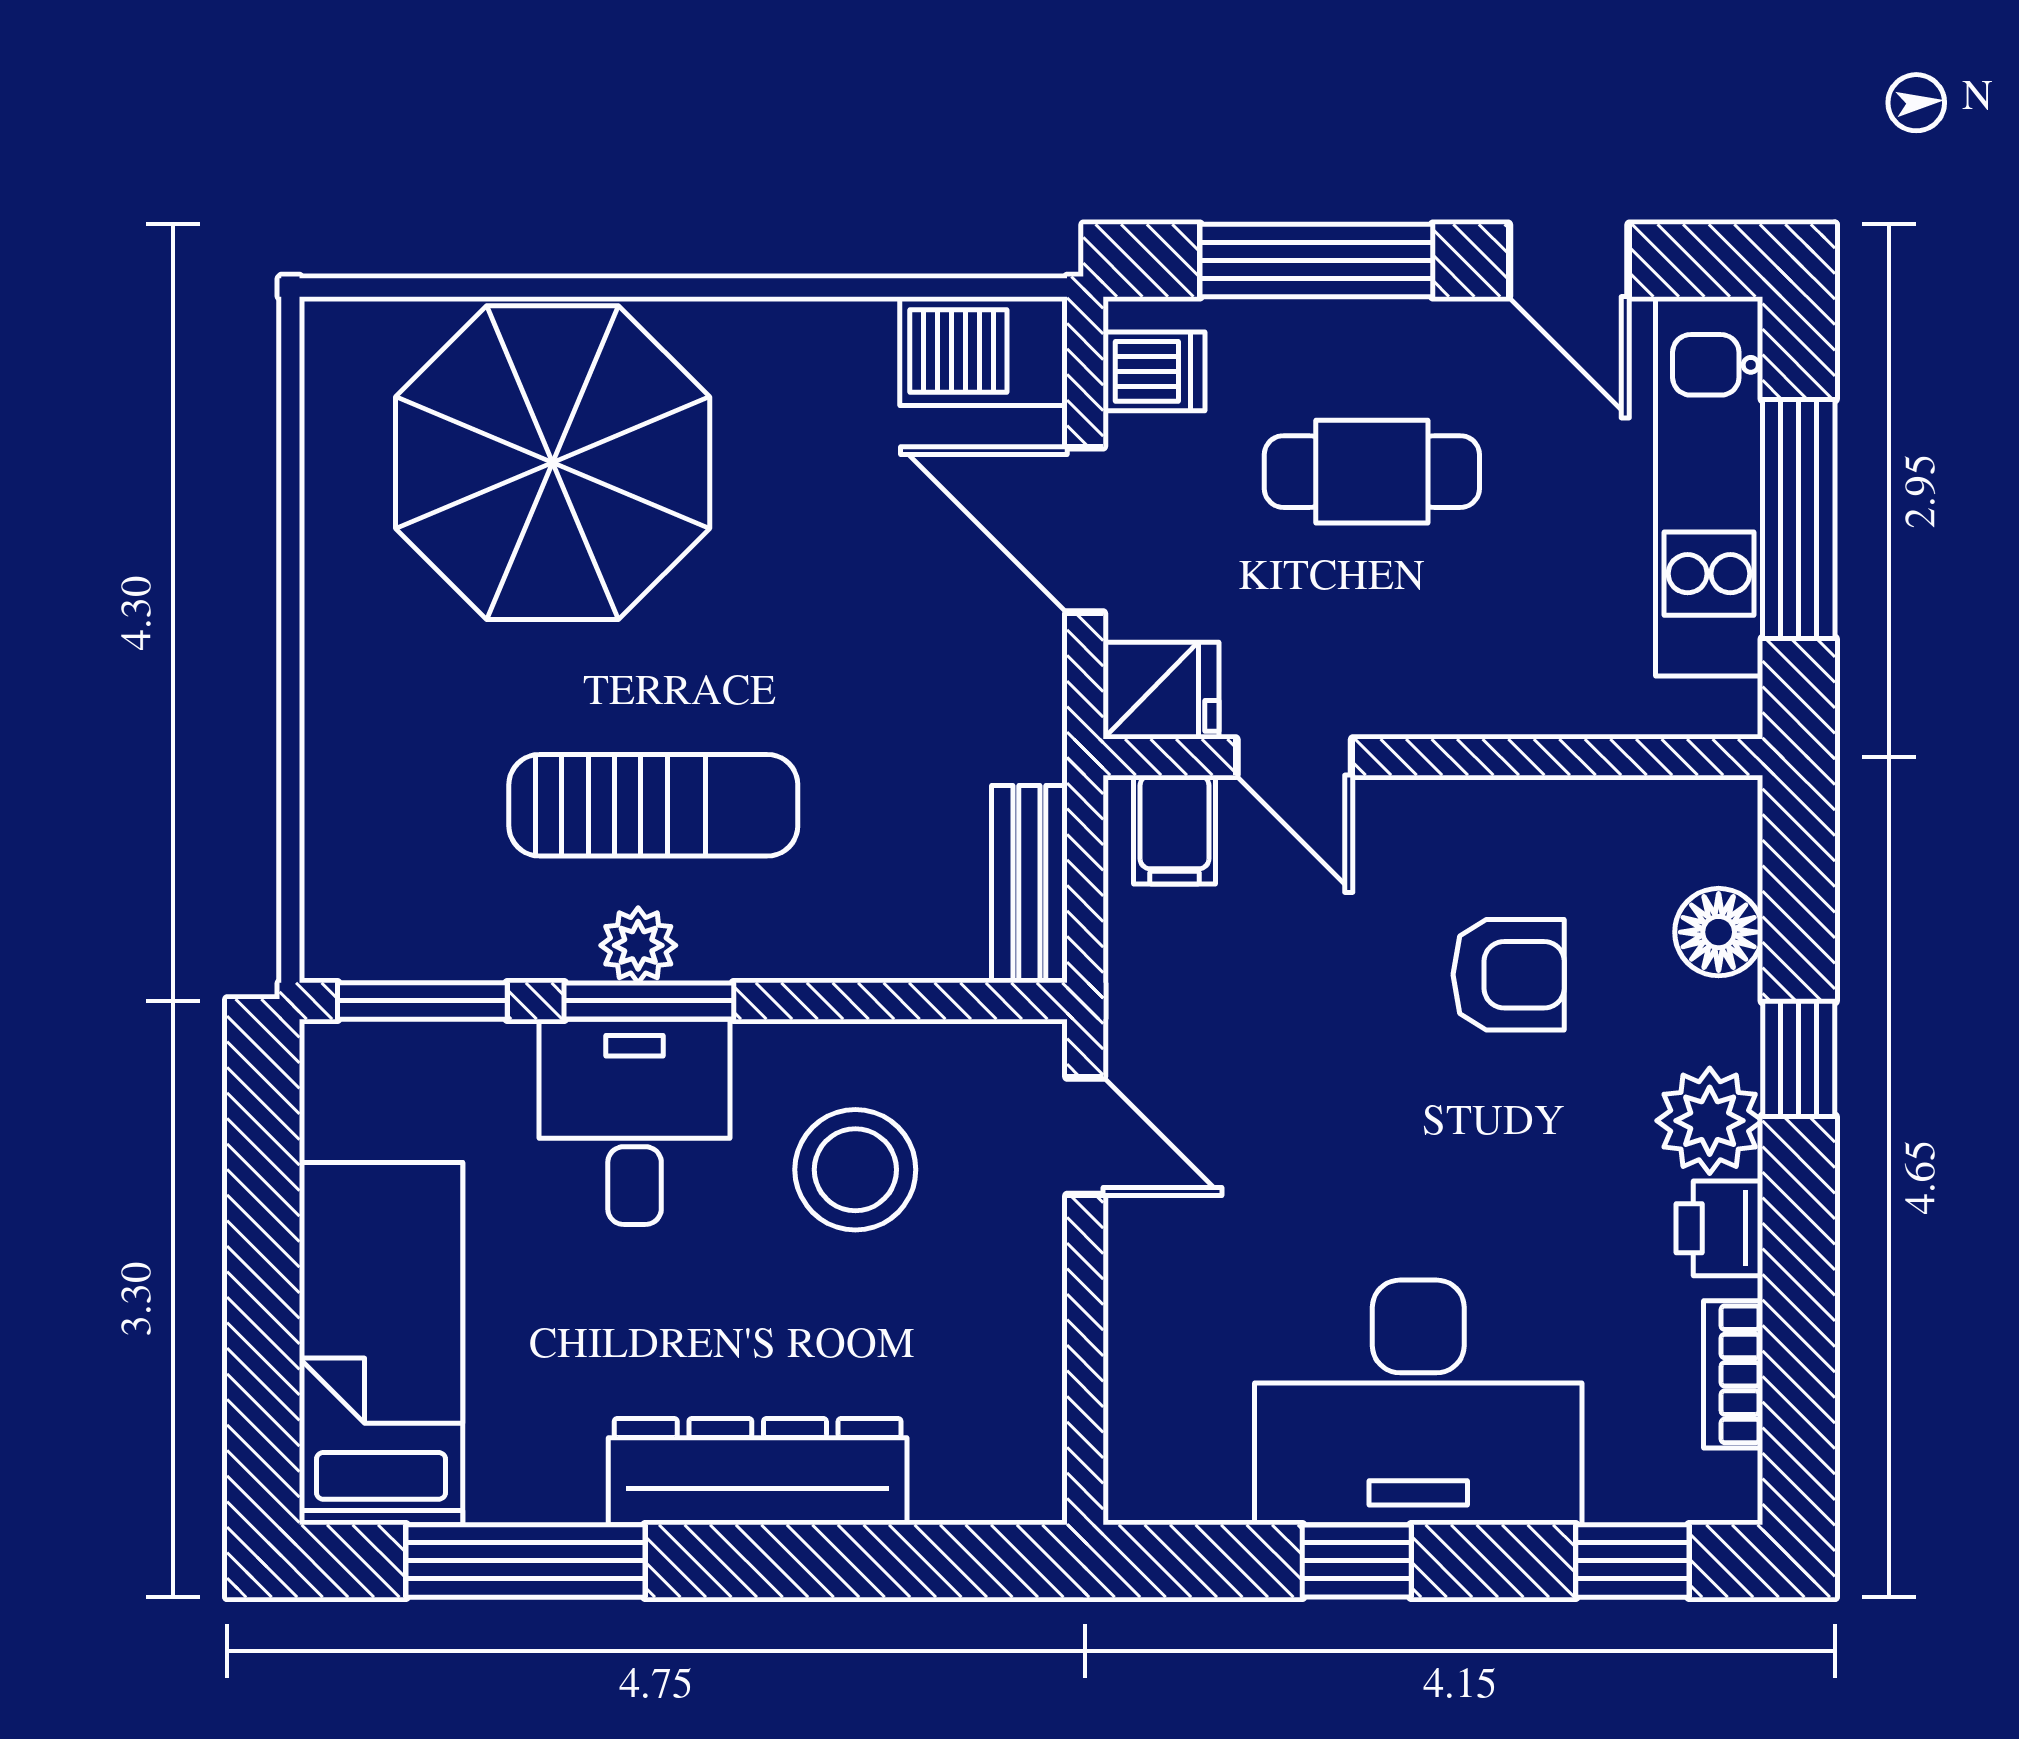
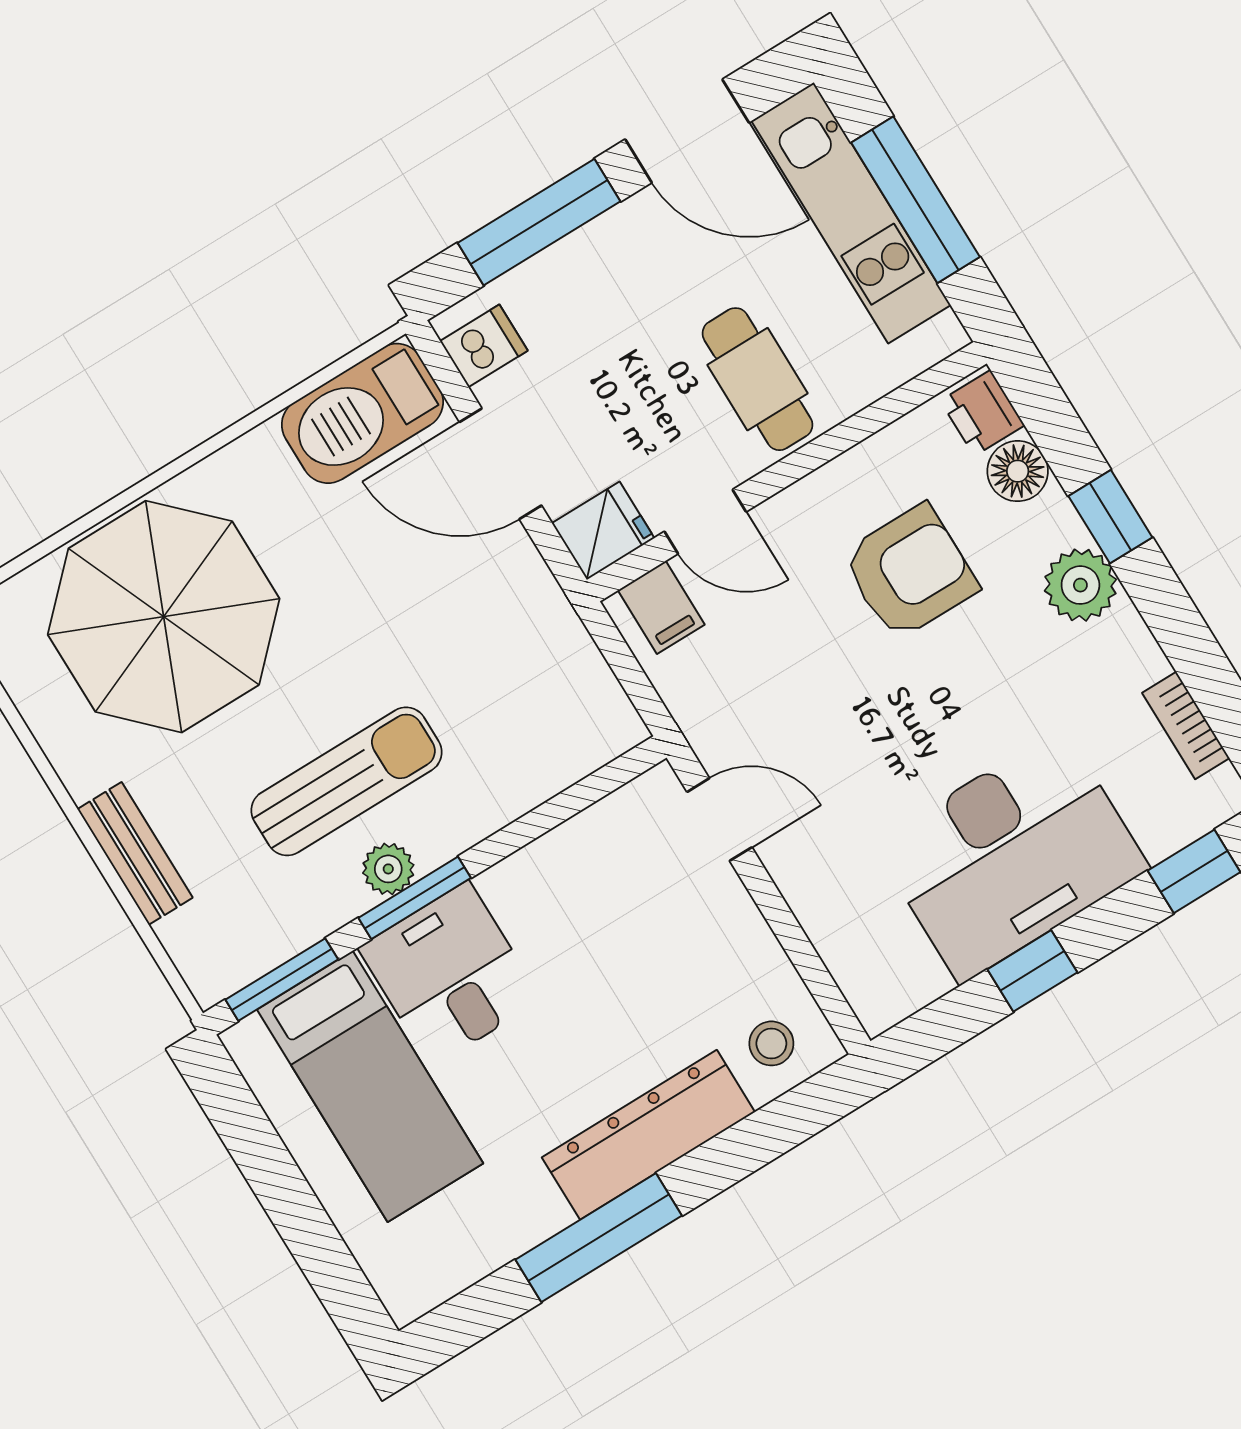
door: (1569, 260) -> (687, 131), width x1.38
barbecue: (984, 351) -> (362, 413), width x1.37, depth x1.21
cafe table: (1372, 472) -> (757, 379), moved, turned 90
bench: (1029, 884) -> (135, 853), moved
armchair: (1509, 975) -> (910, 572), width x1.38, depth x1.38
stool: (855, 1170) -> (771, 1043), moved, width x0.53, depth x0.53
printer: (1719, 1228) -> (982, 413), moved
bed: (381, 1344) -> (370, 1086), moved, turned 180
window: (525, 1561) -> (599, 1238), moved

